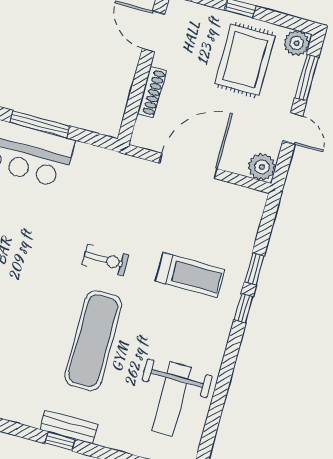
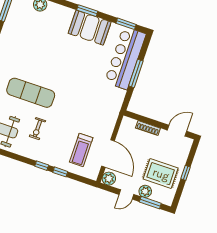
plant: (297, 43) -> (145, 191), moved
door: (188, 166) -> (108, 154), moved
exercise bike: (105, 260) -> (37, 129), moved
treadmill: (190, 275) -> (81, 150), moved

